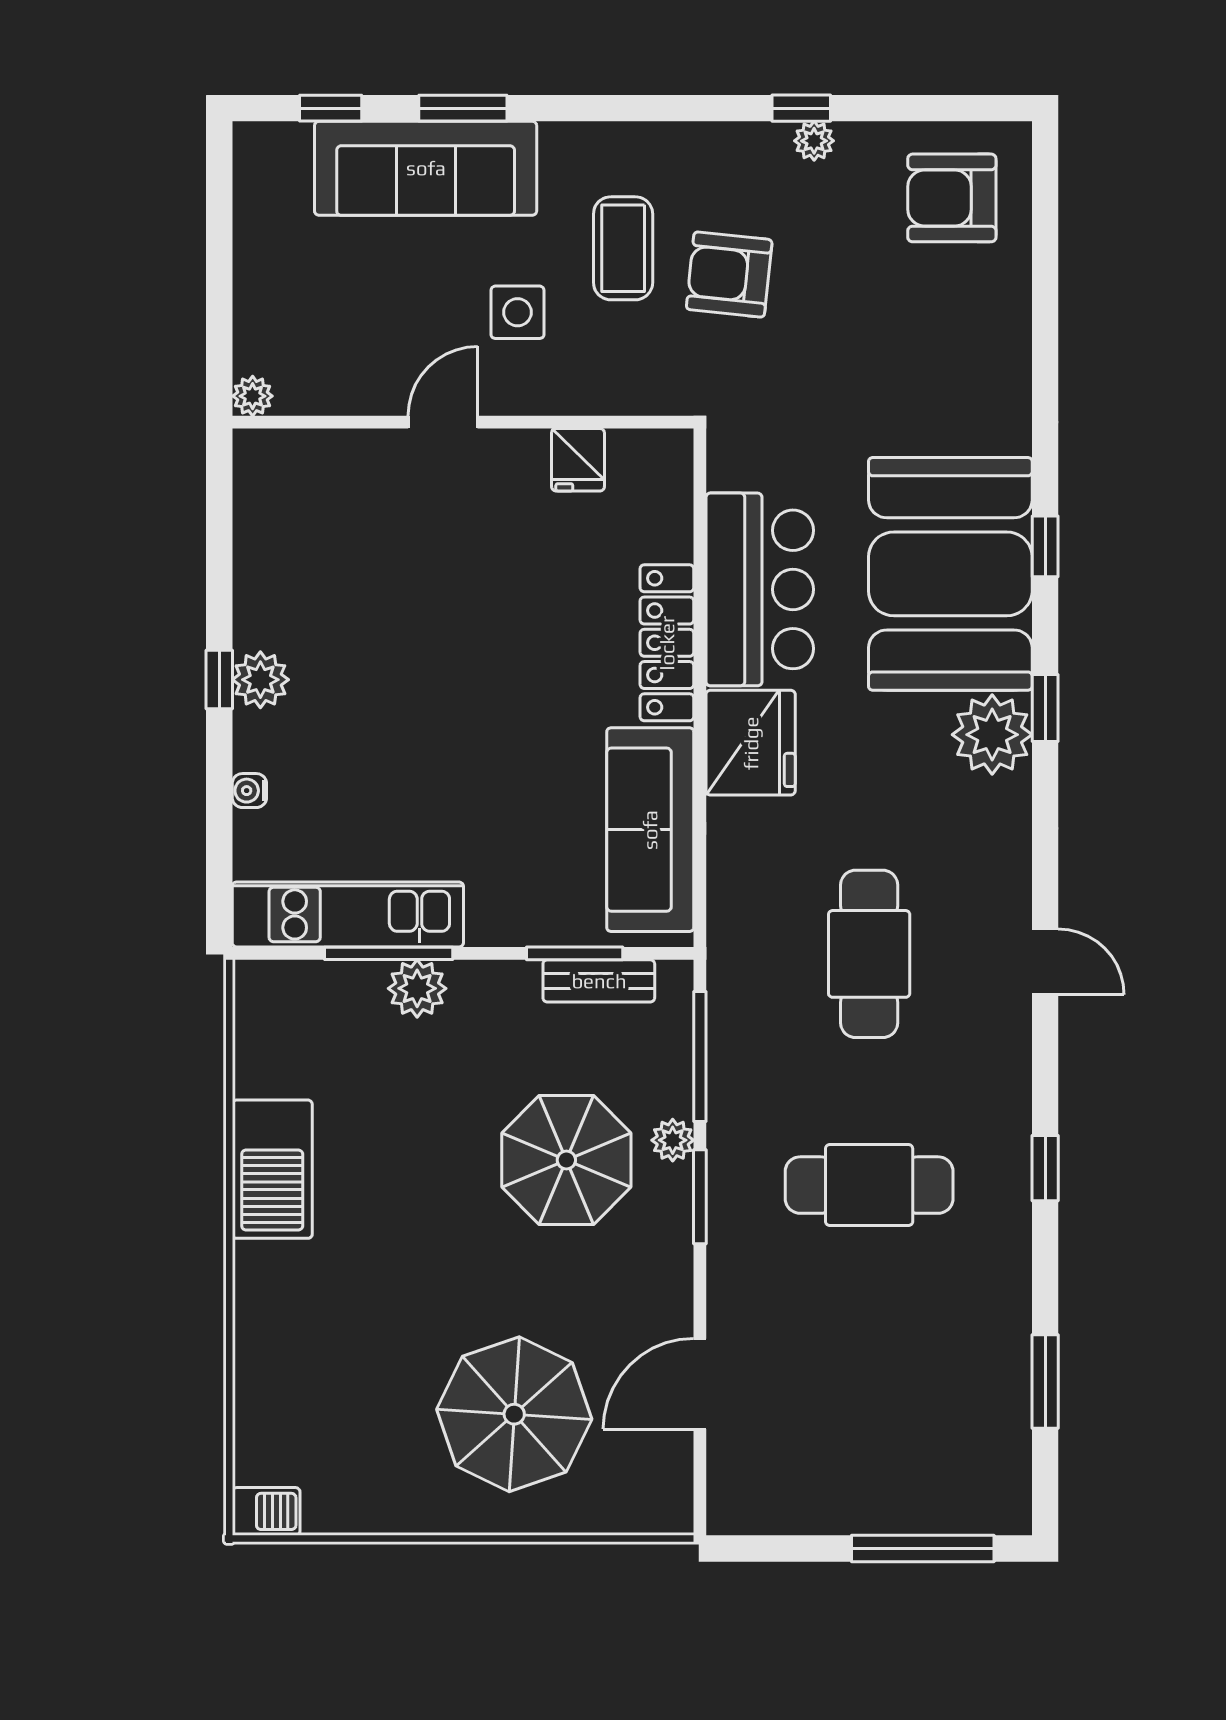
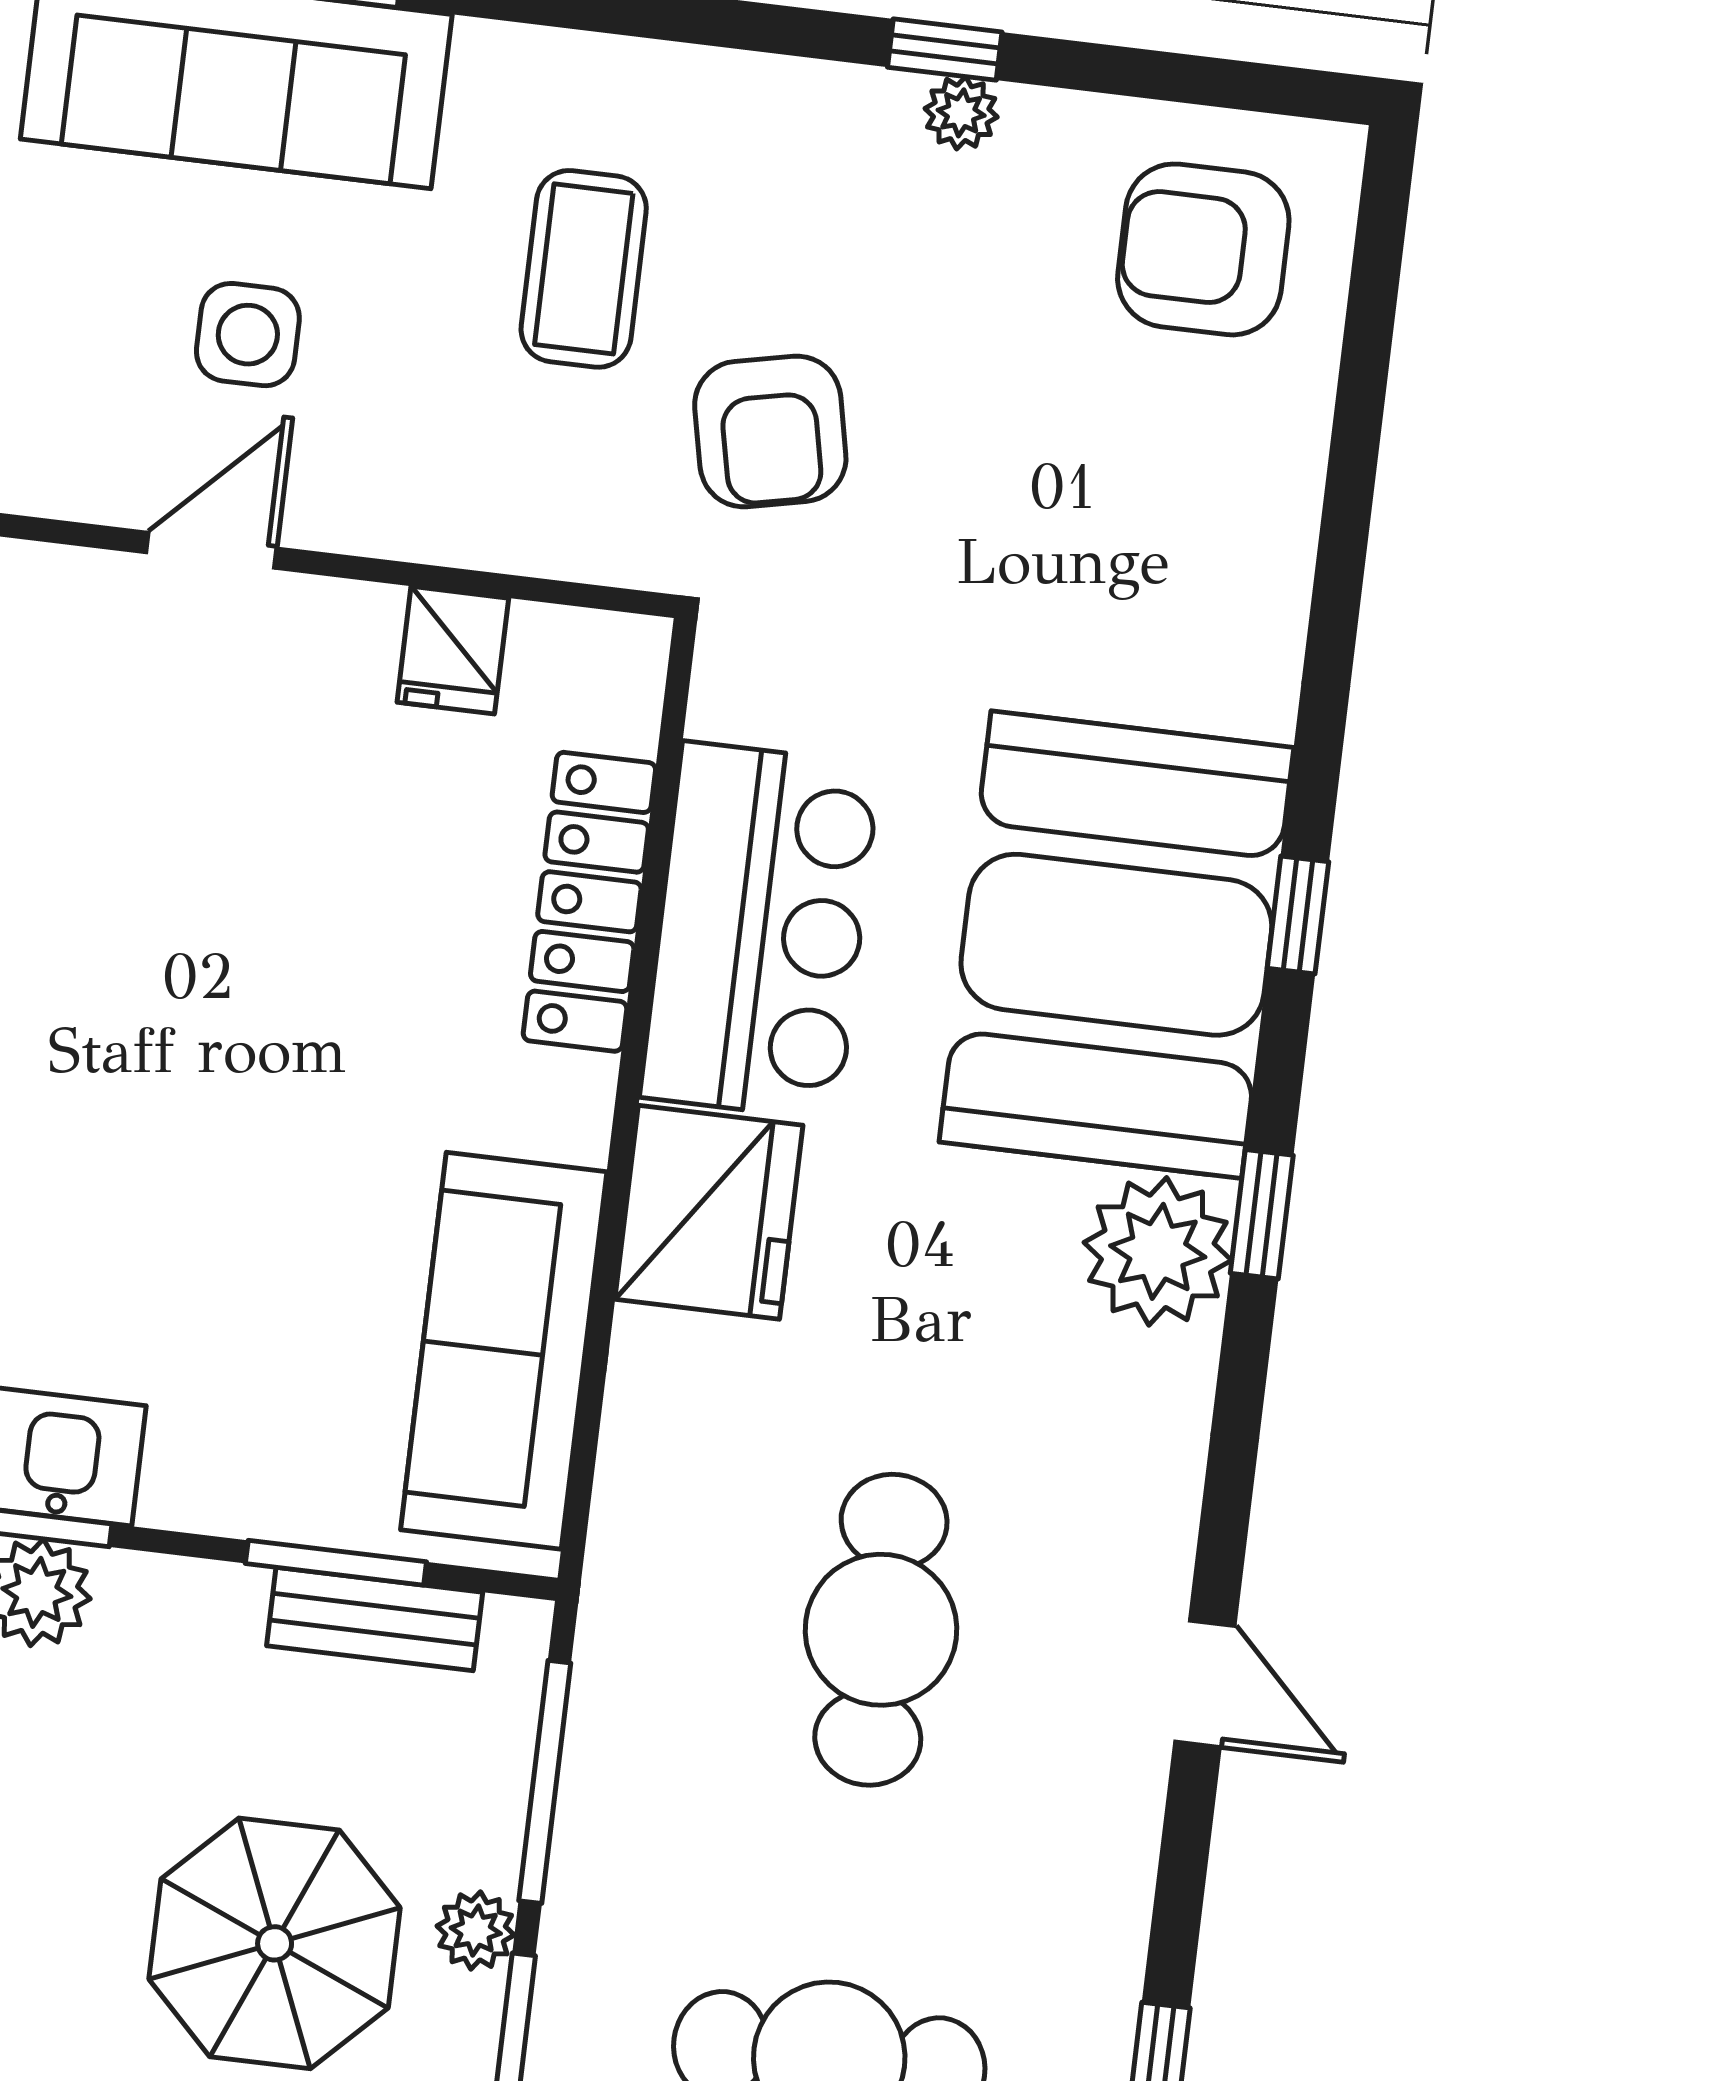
armchair: (729, 275) -> (770, 431), moved, turned -108
side table: (517, 312) -> (248, 335), moved
locker: (667, 643) -> (589, 902), moved

